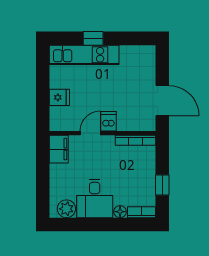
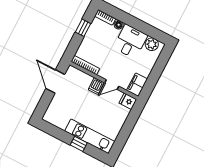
fridge: (59, 97) -> (128, 101), moved

